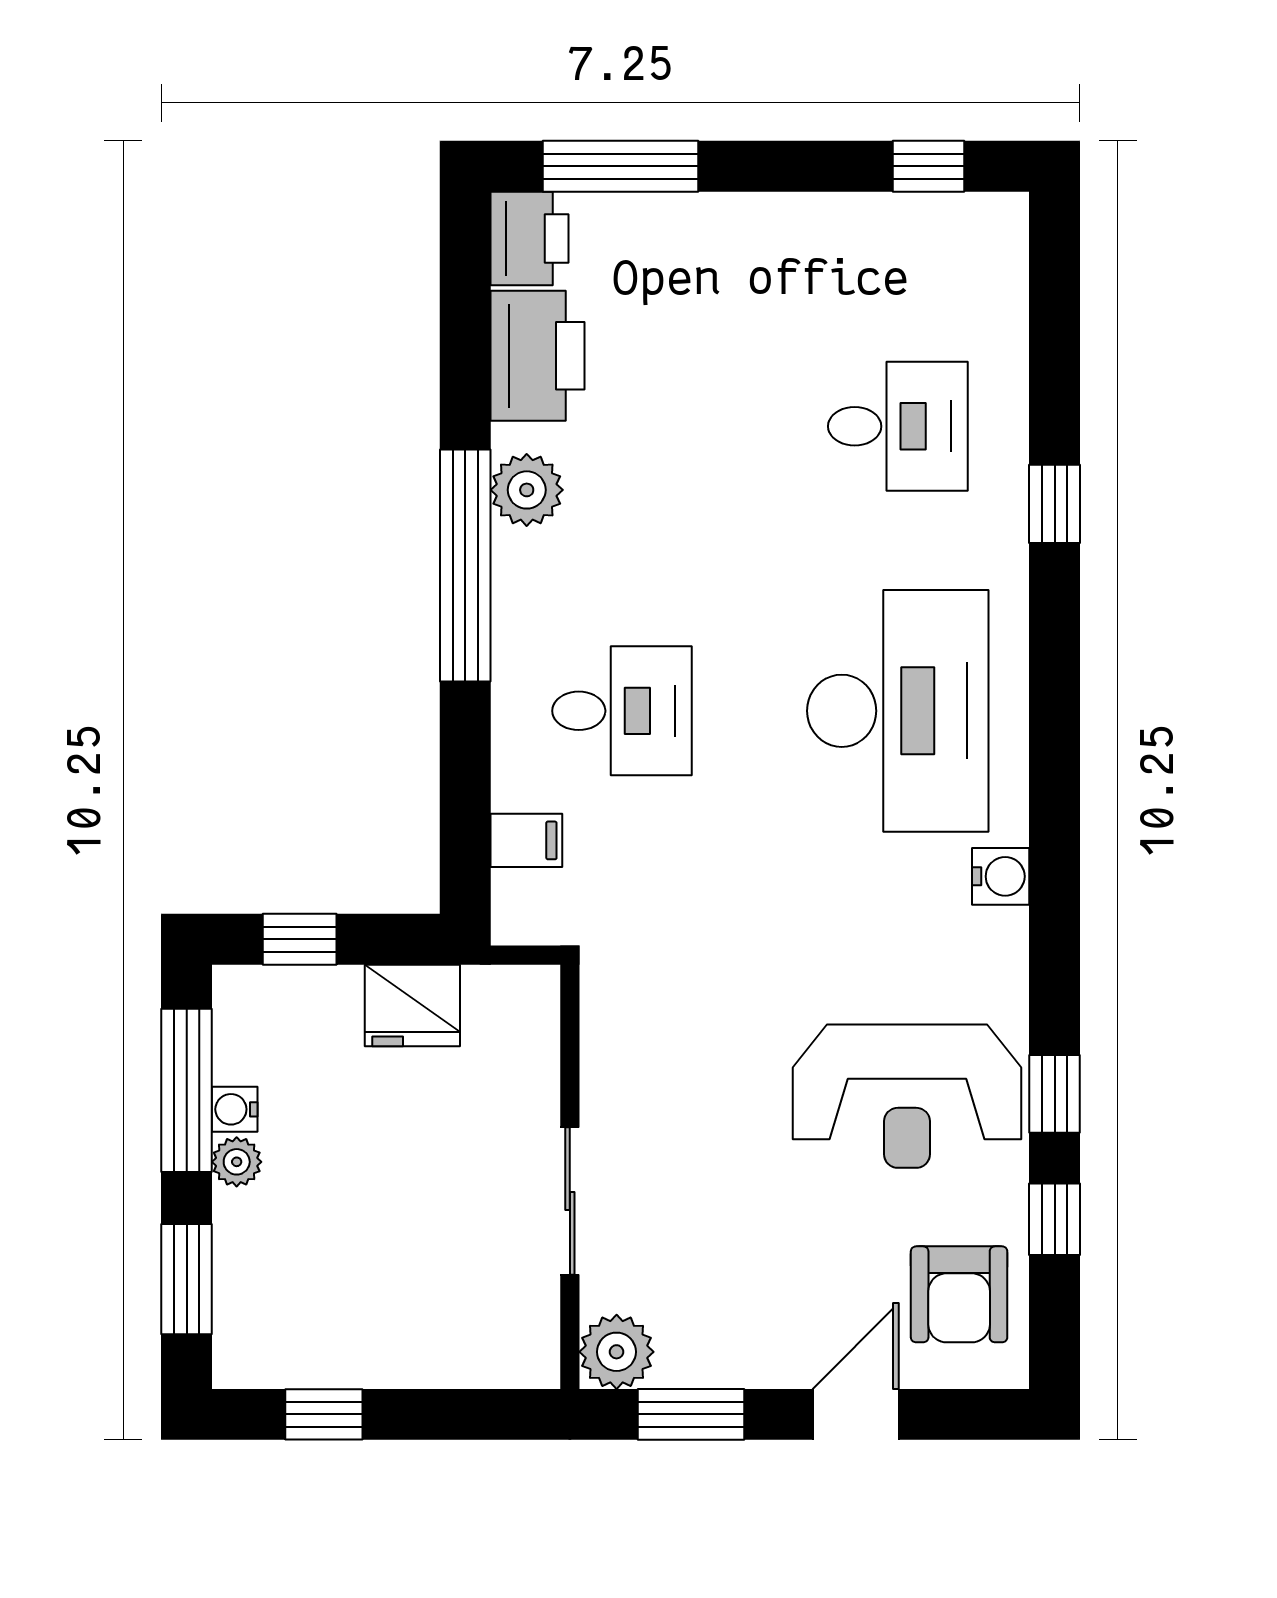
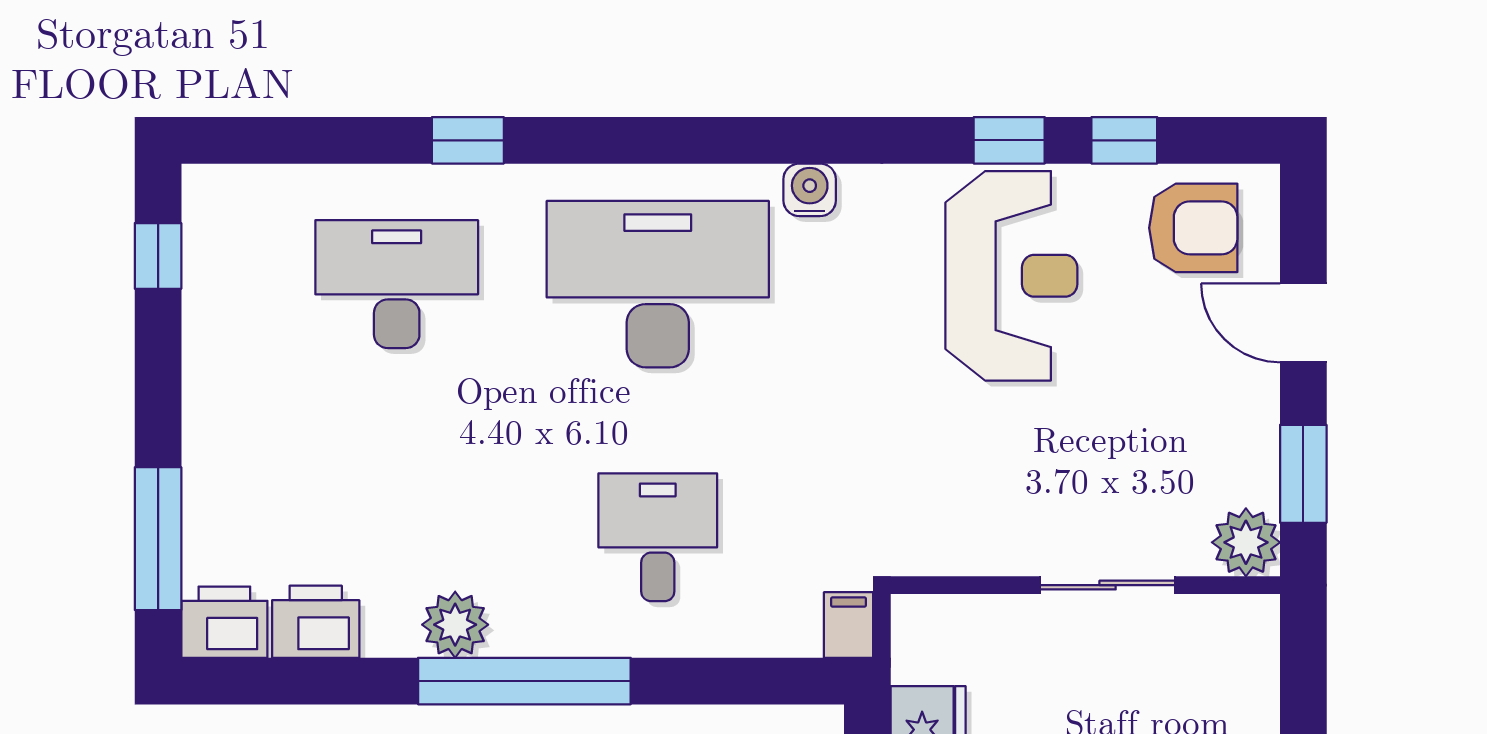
printer: (537, 356) -> (316, 622), width x0.73, depth x0.84
desk: (898, 426) -> (397, 284), width x1.37
filing cabinet: (526, 840) -> (849, 625), moved

